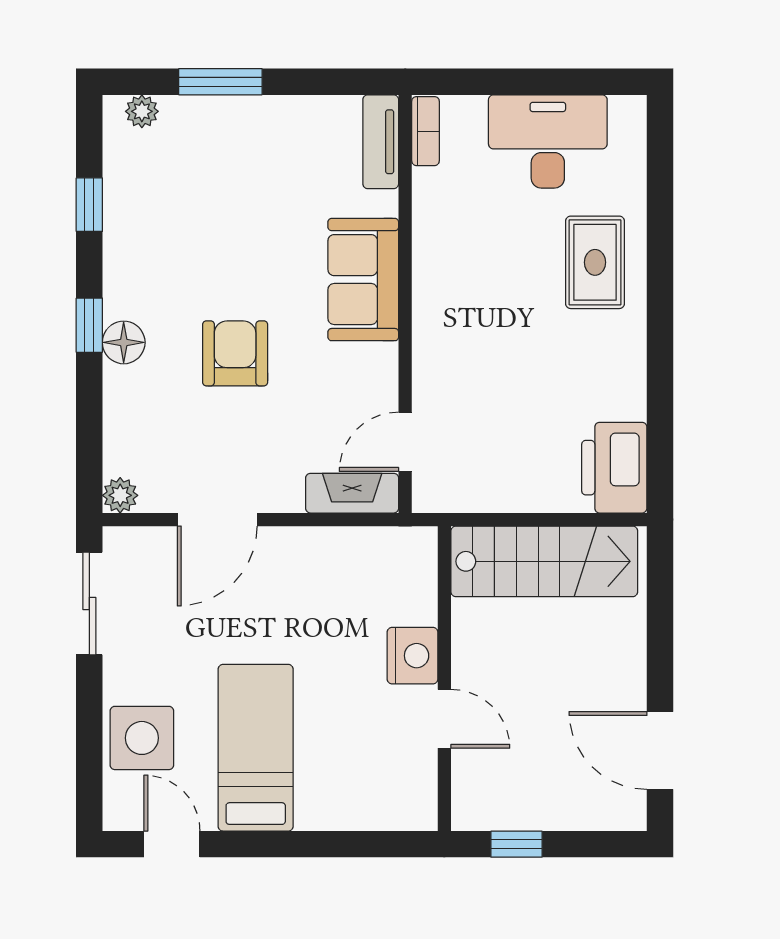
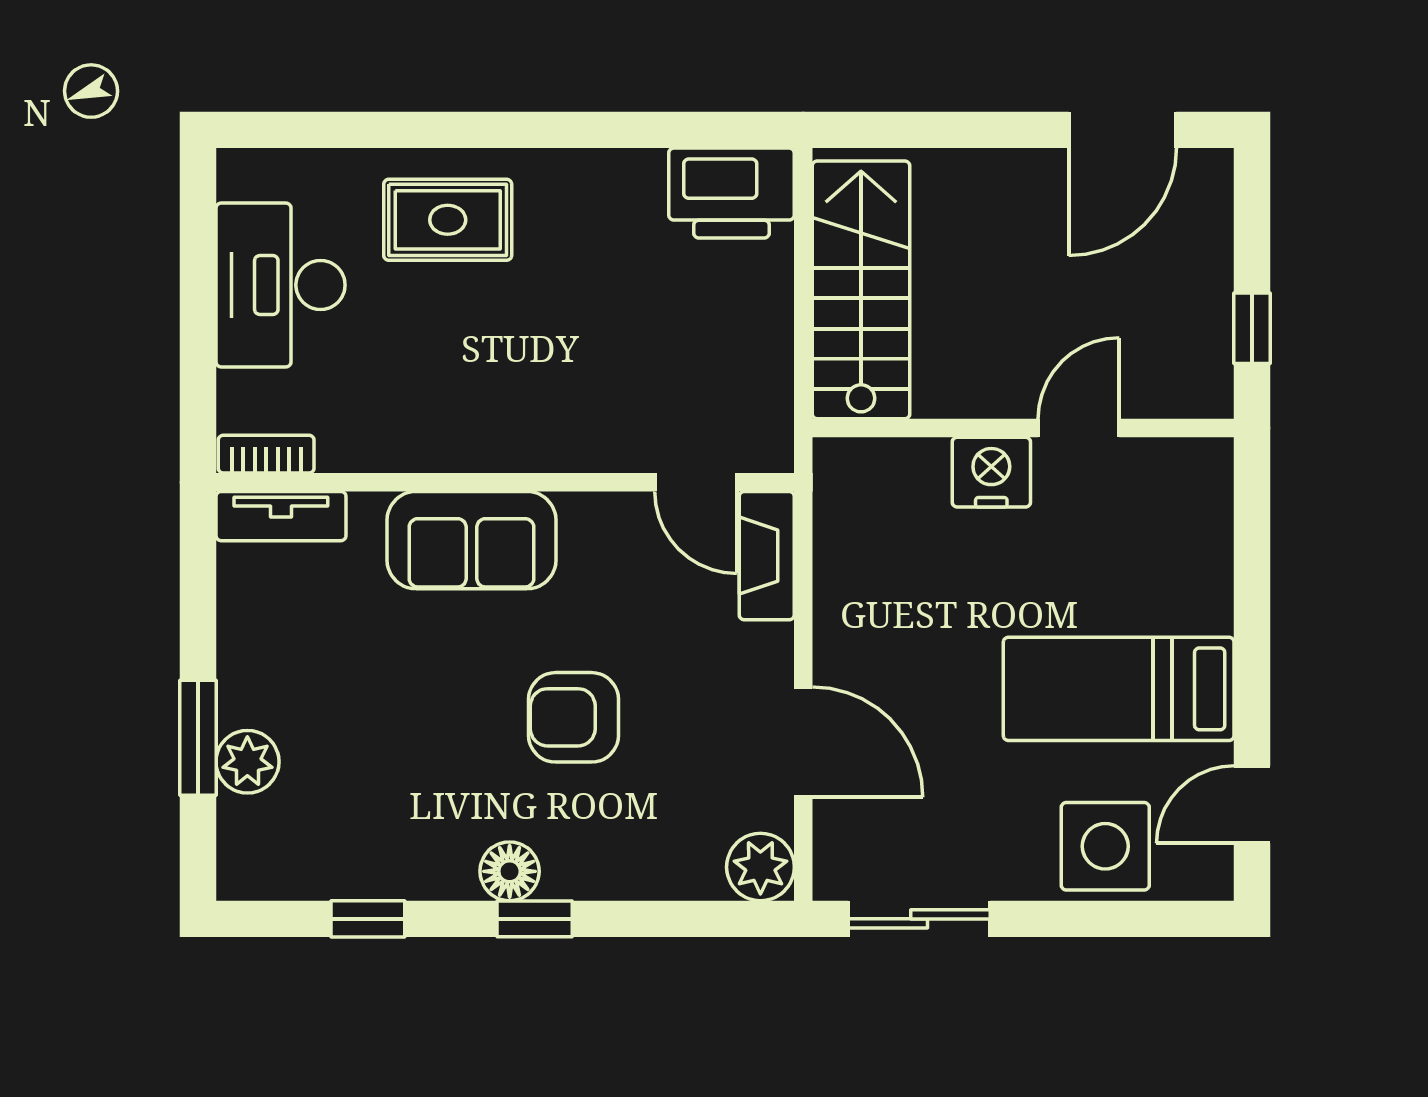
plant: (142, 111) -> (247, 762), moved, width x1.38, depth x1.38
floor lamp: (124, 342) -> (510, 871), moved
plant: (120, 495) -> (760, 867), width x1.38, depth x1.38

